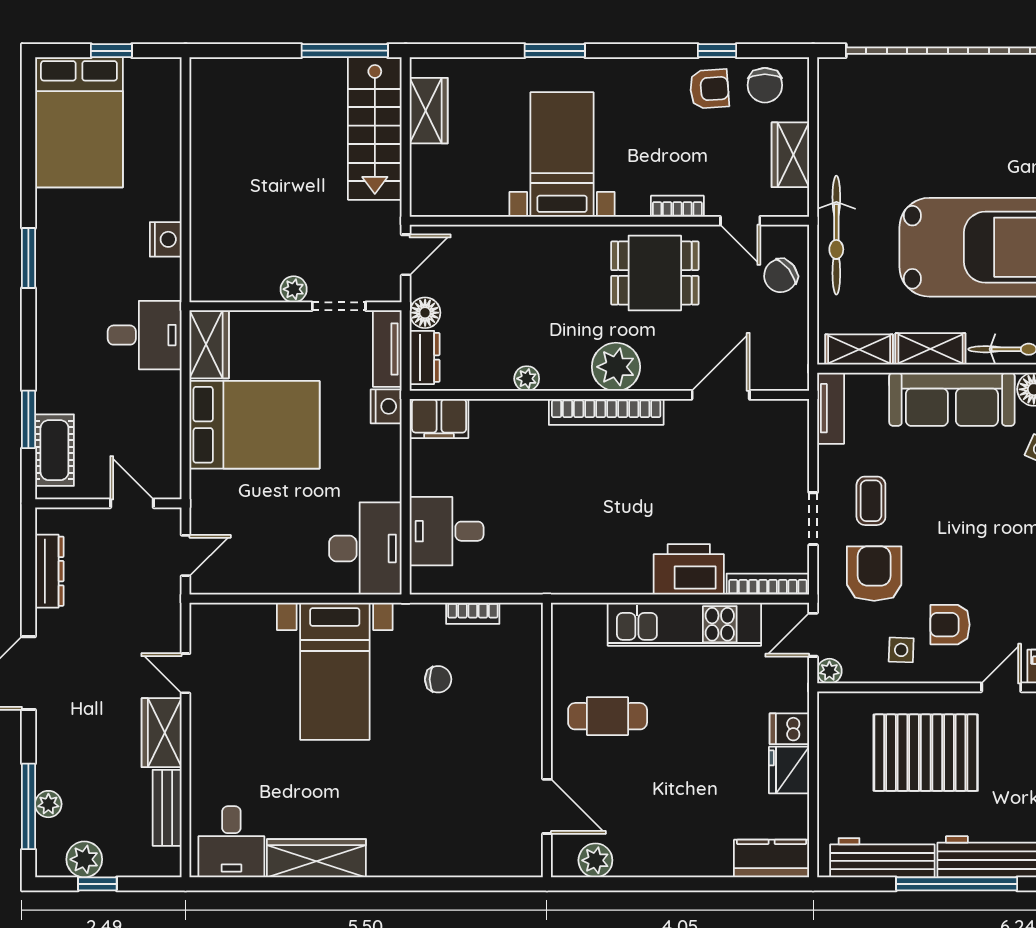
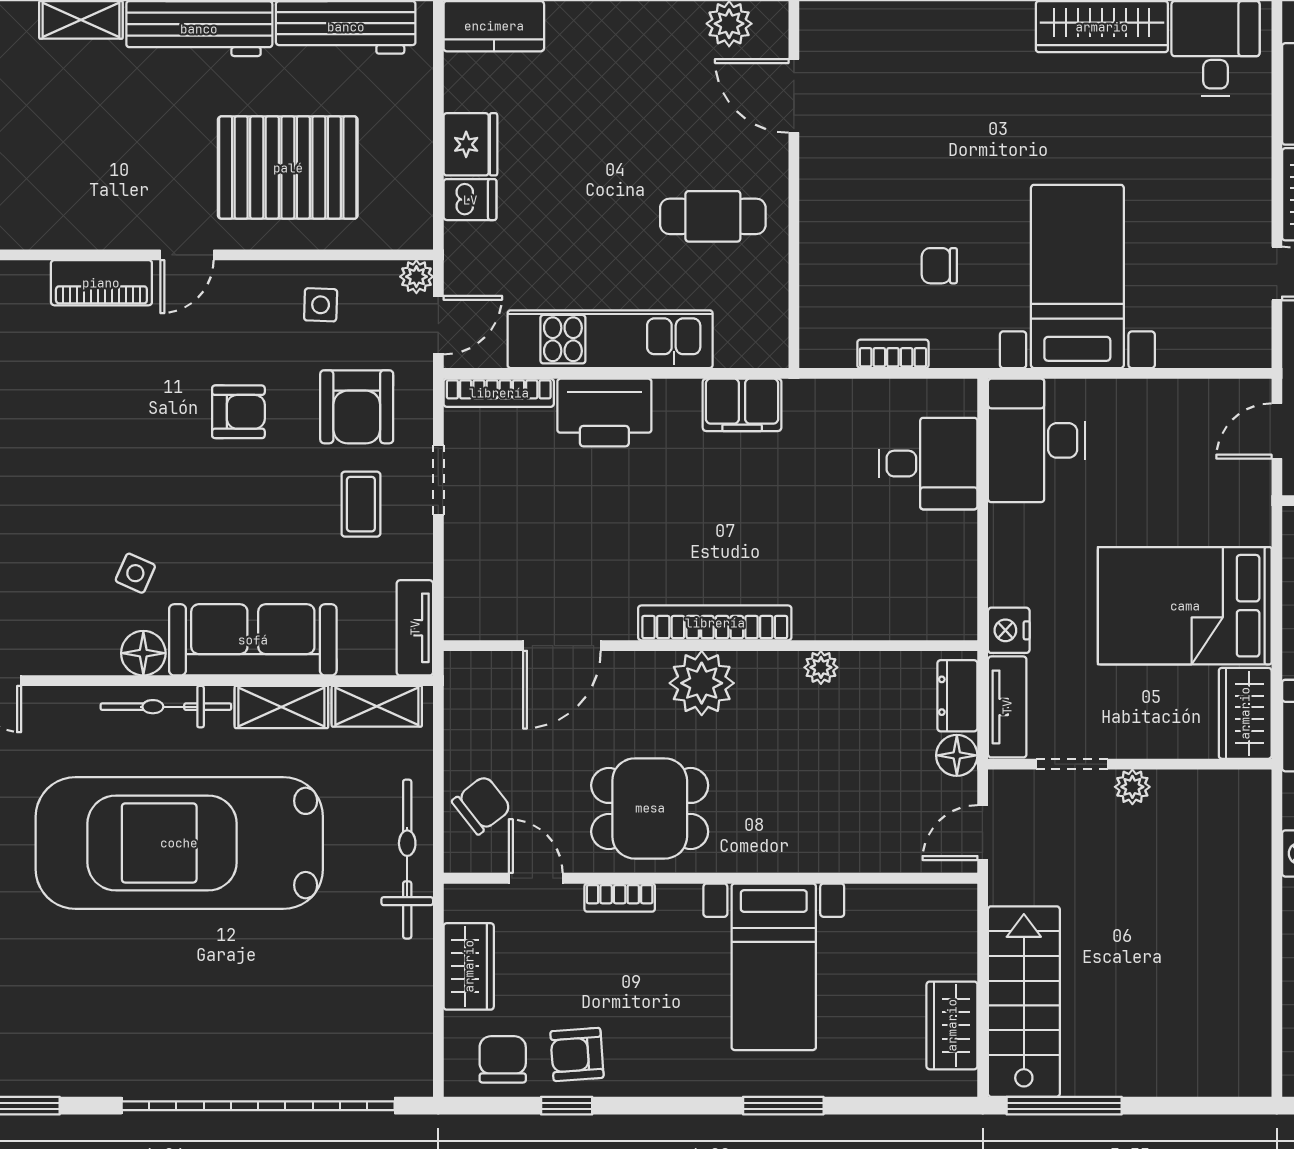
filing cabinet: (439, 418) -> (742, 405), moved, turned 180
armchair: (950, 625) -> (238, 412), moved

